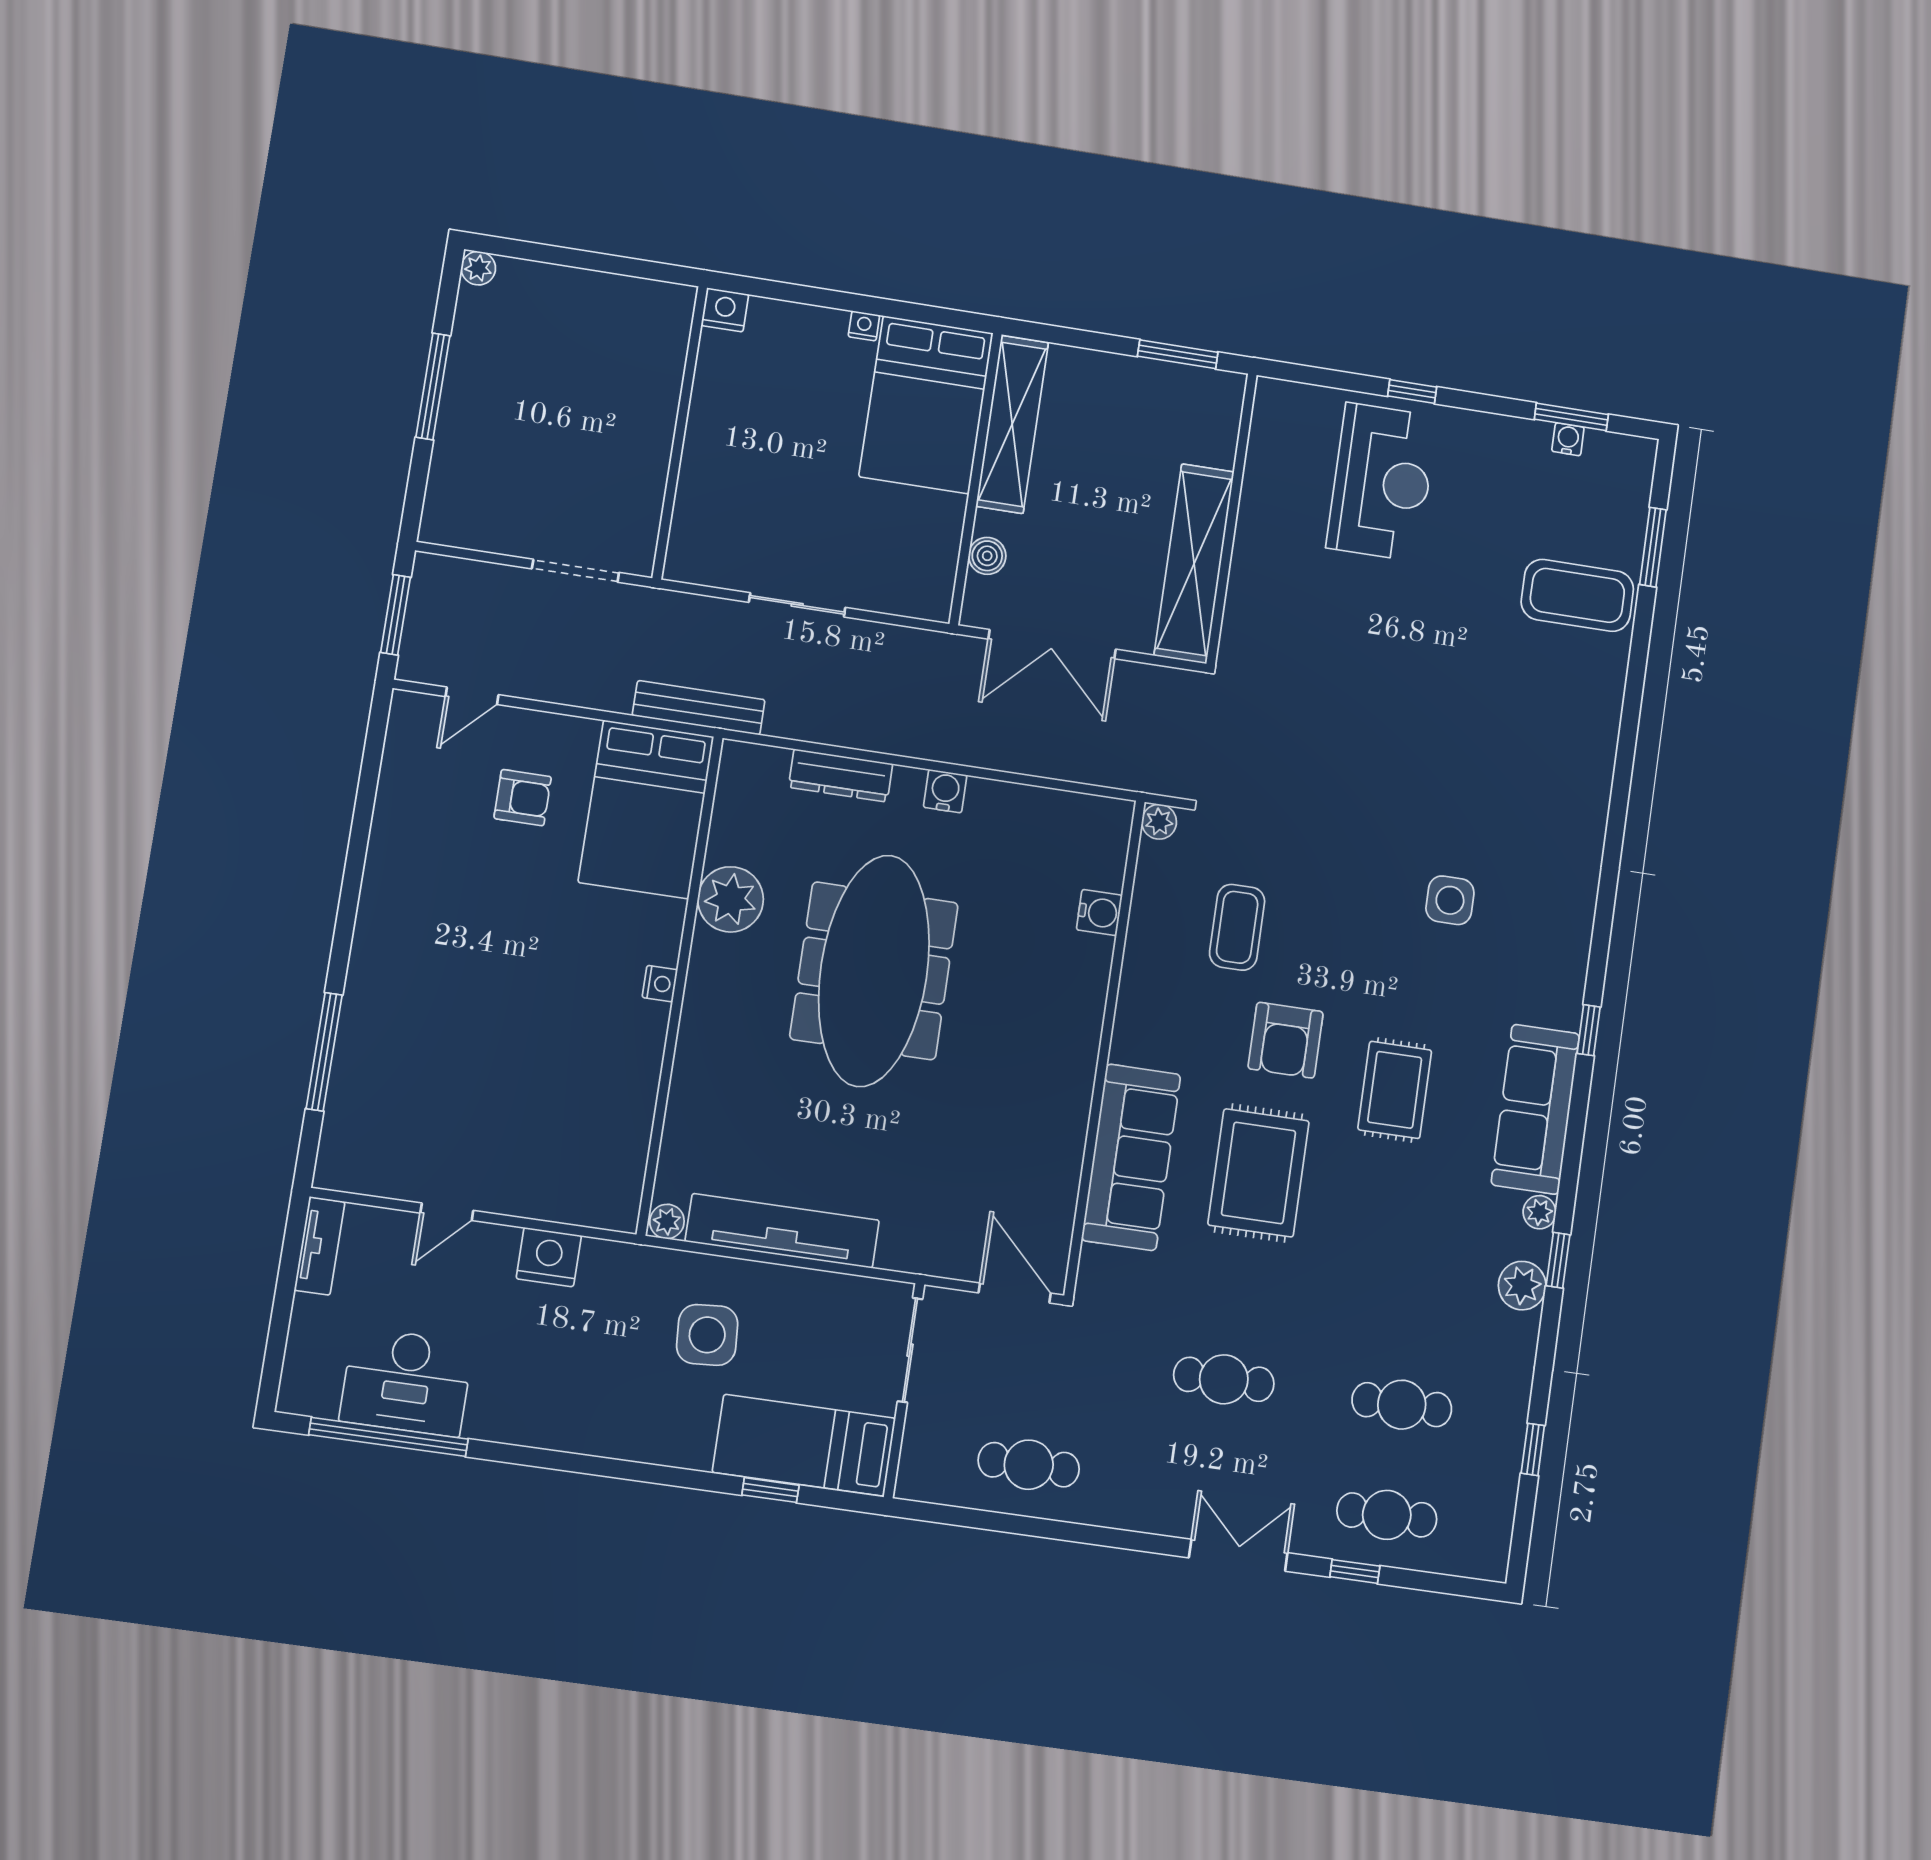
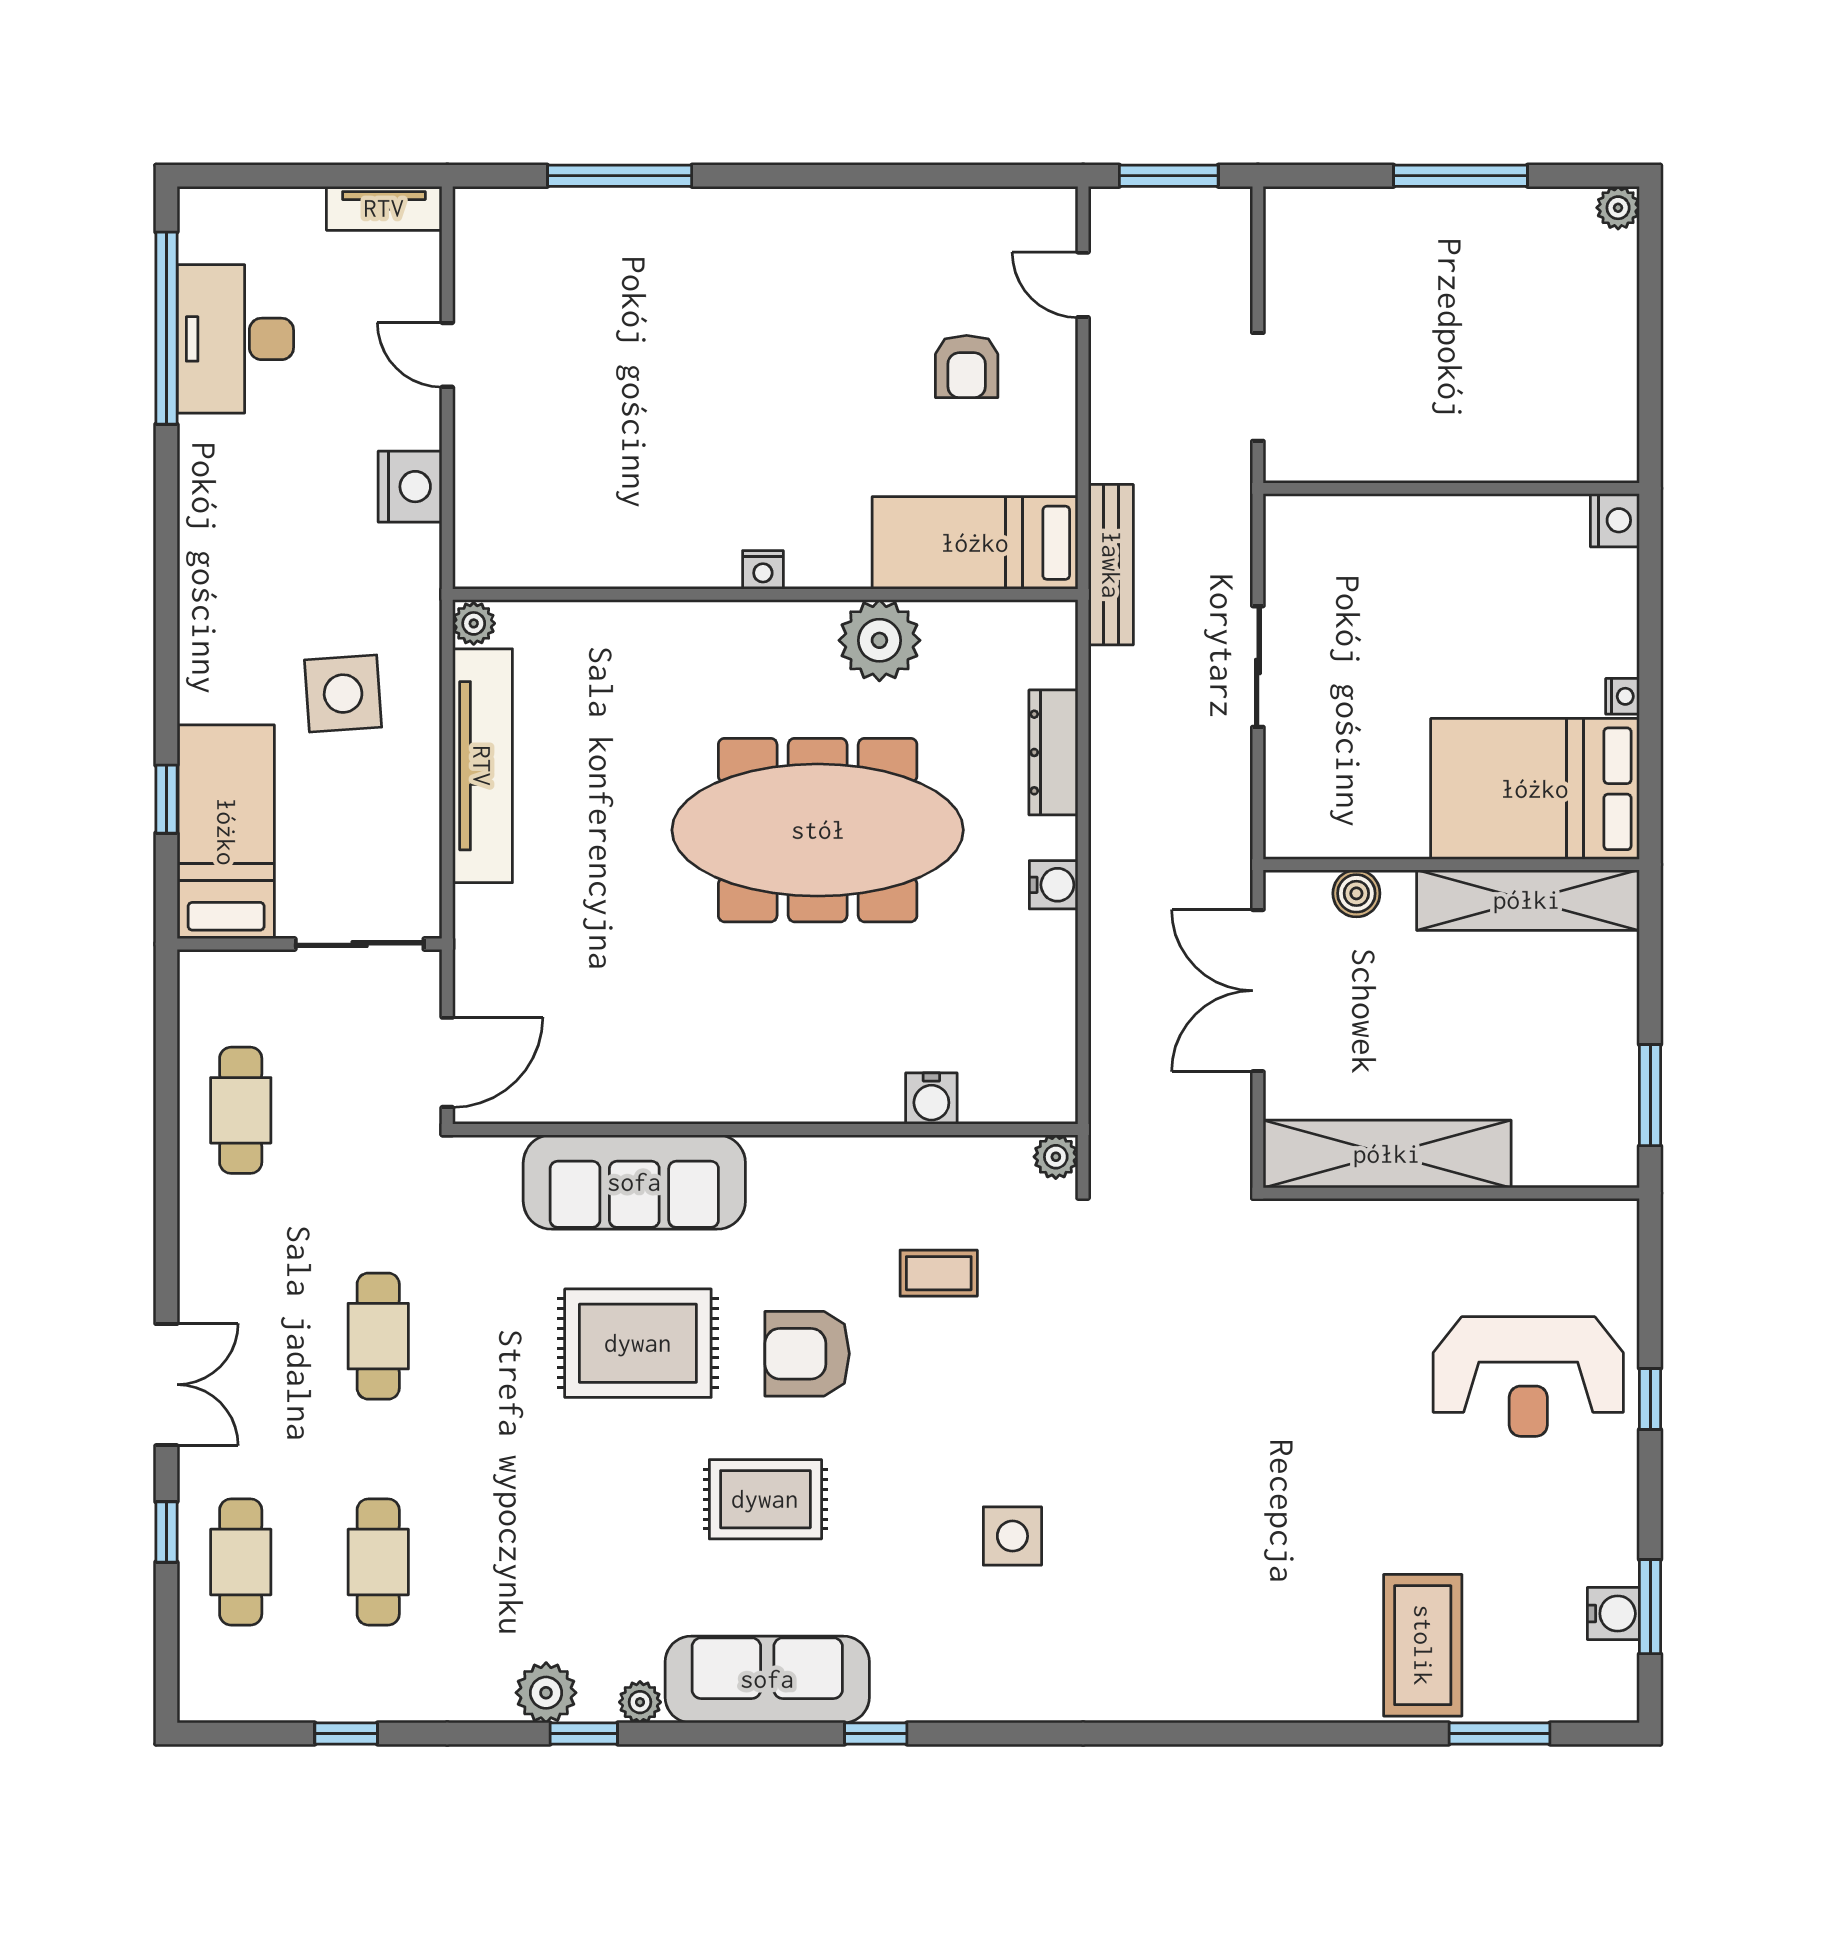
water cooler: (1568, 439) -> (1613, 1614), width x1.38, depth x1.38
bed: (646, 809) -> (975, 543), width x0.67
coffee table: (1237, 927) -> (939, 1273), width x0.73, depth x0.77

